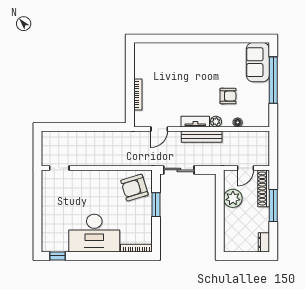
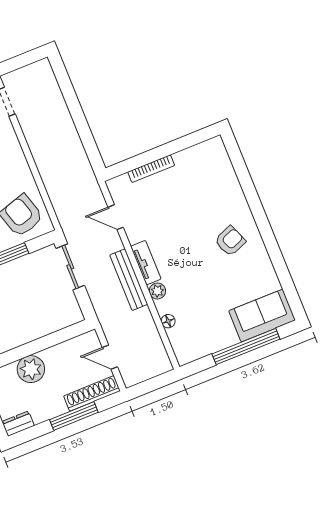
armchair: (228, 96) -> (230, 241), moved, turned -112
plant: (233, 198) -> (31, 369), moved

